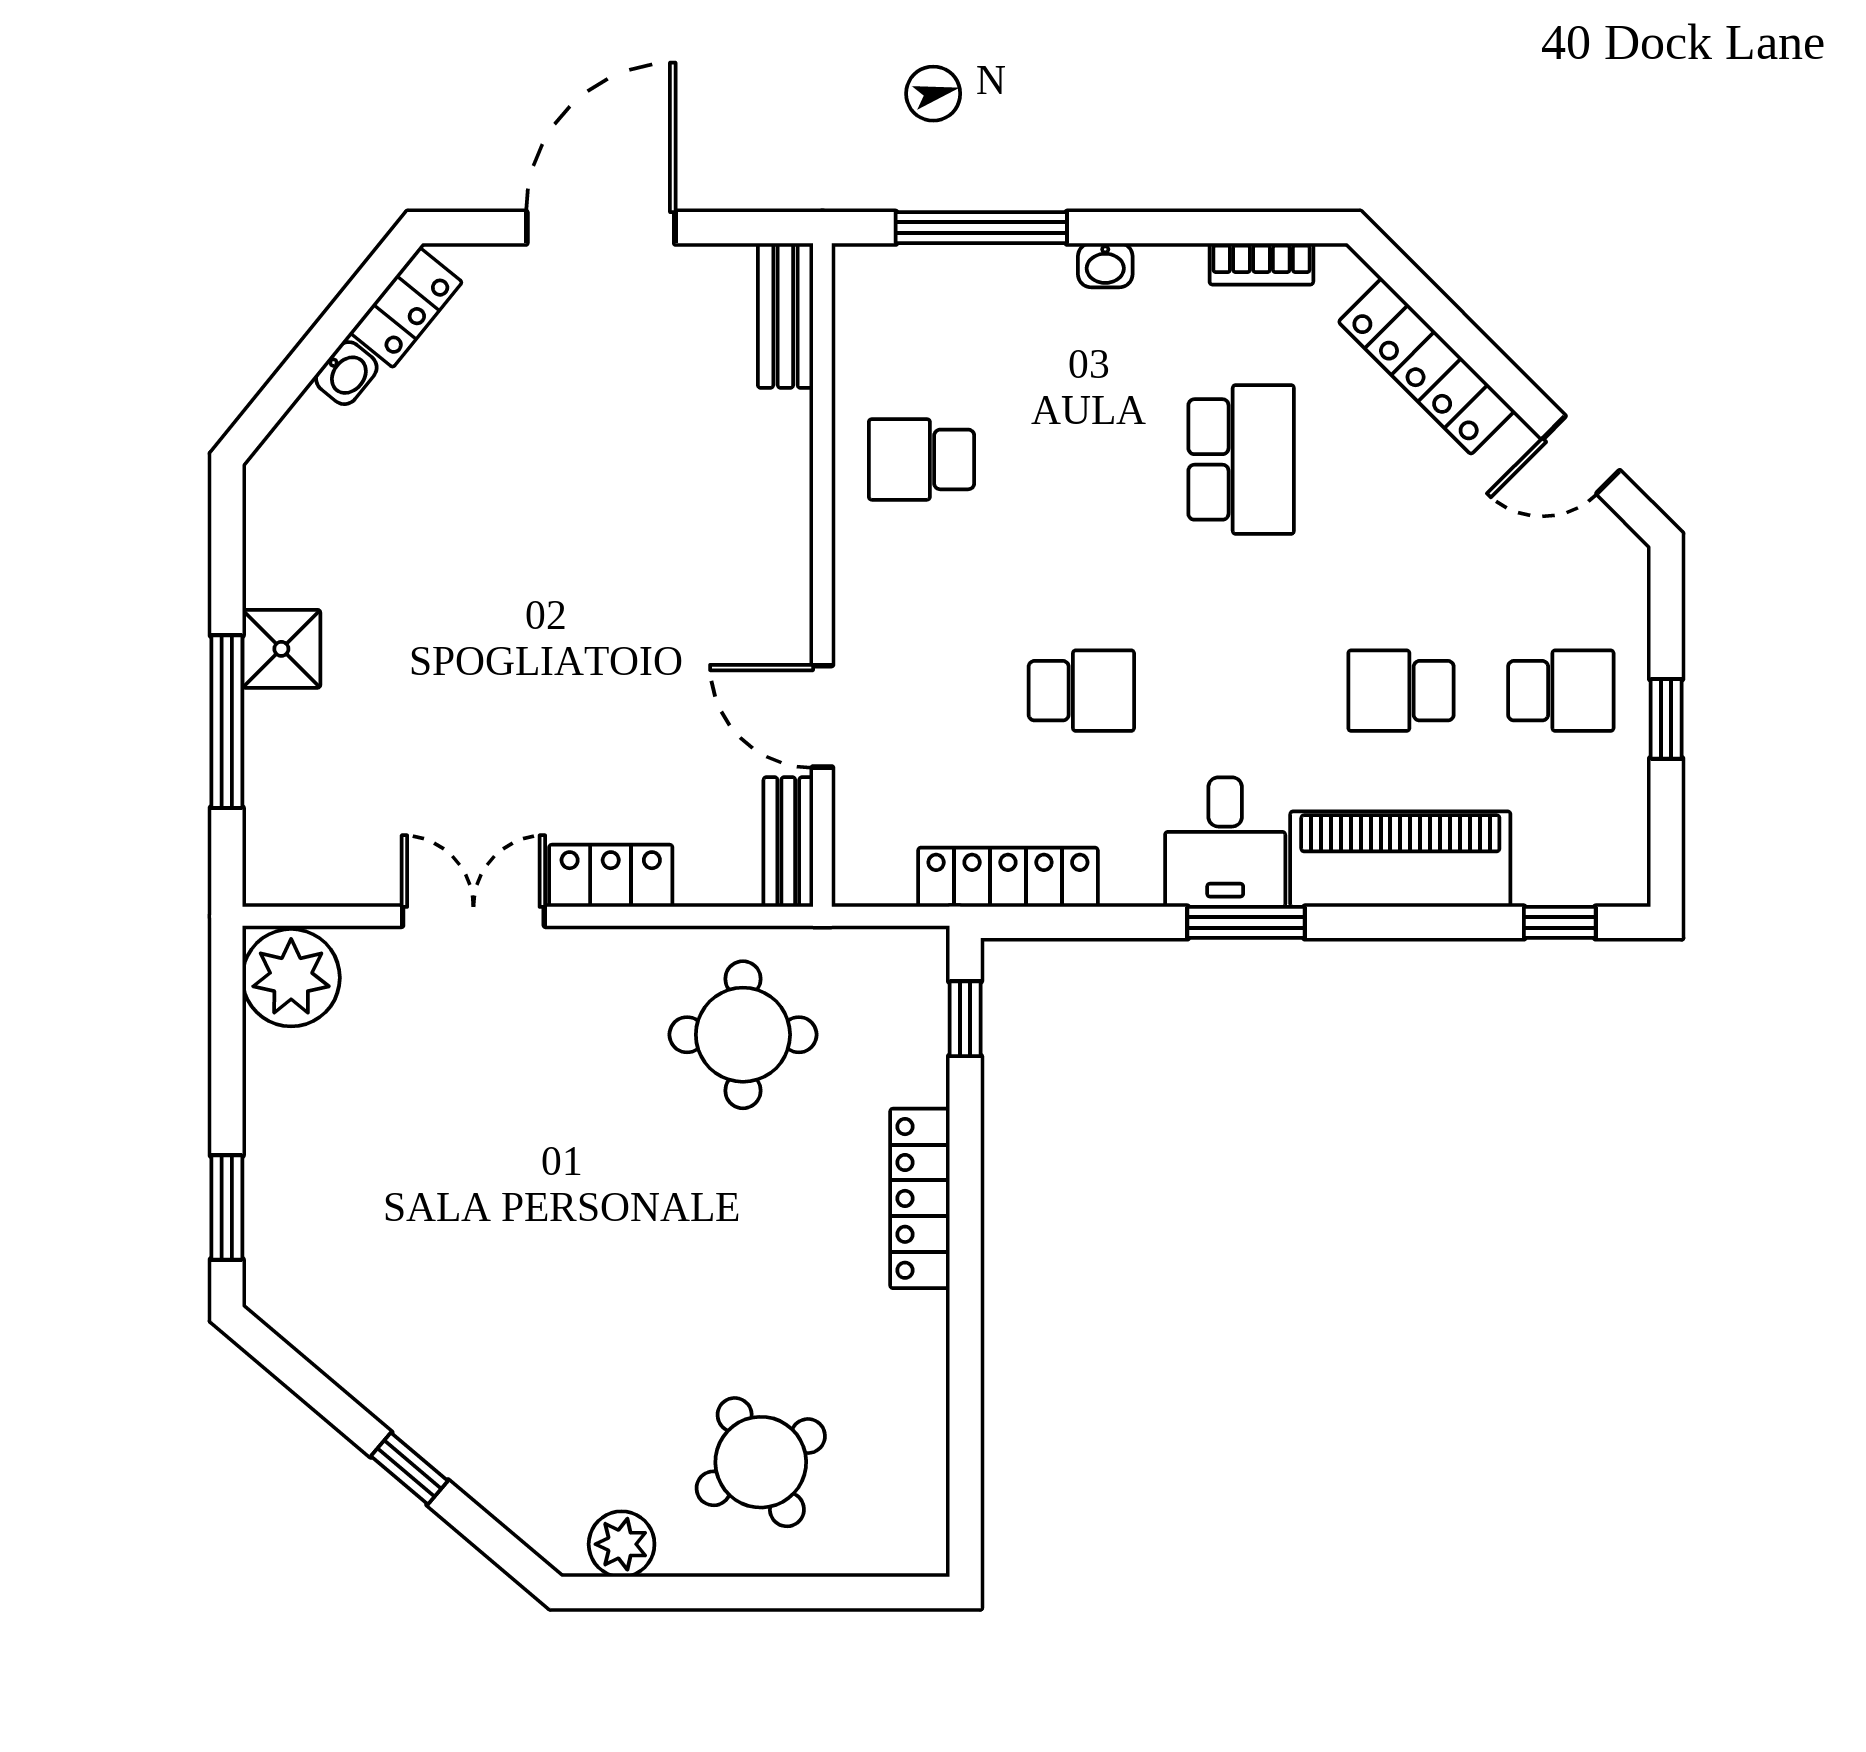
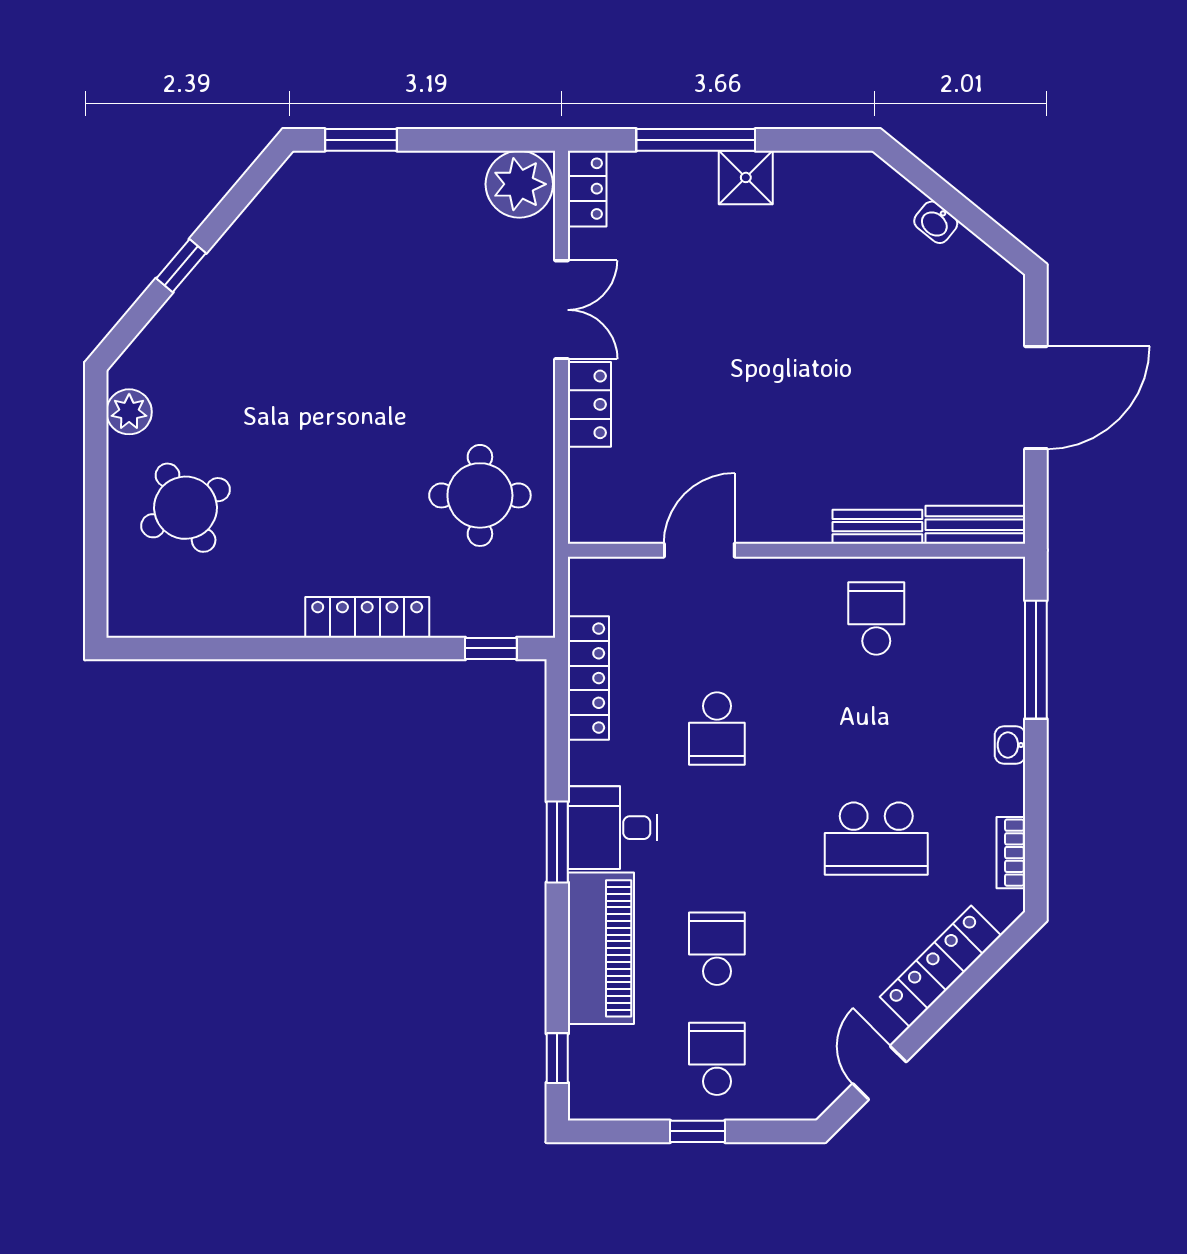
door: (601, 228) -> (1036, 398), hinge flipped
locker: (406, 307) -> (587, 189), moved, turned -129
school desk: (1561, 691) -> (717, 1059), turned 180
bench: (788, 842) -> (877, 527), moved

